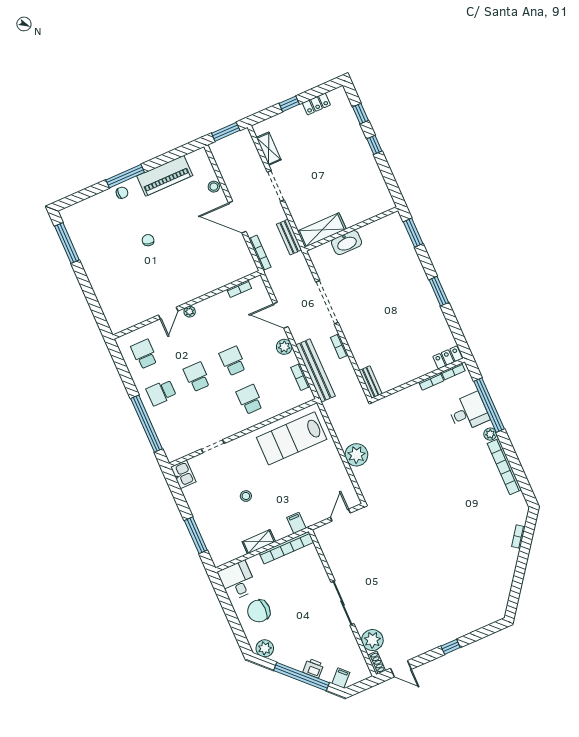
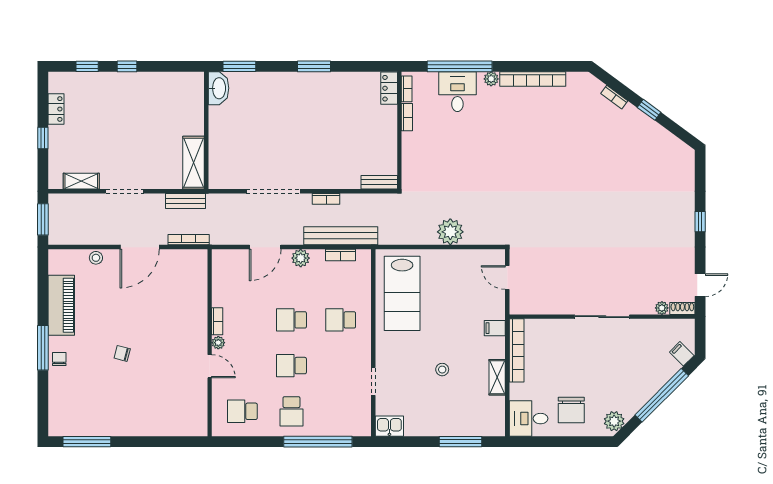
washbasin: (347, 243) -> (218, 88), moved
bookcase: (239, 289) -> (217, 321), moved
window: (520, 568) -> (649, 110), added
plant: (372, 640) -> (662, 308), width x0.53, depth x0.53
printer: (313, 668) -> (658, 379), removed

